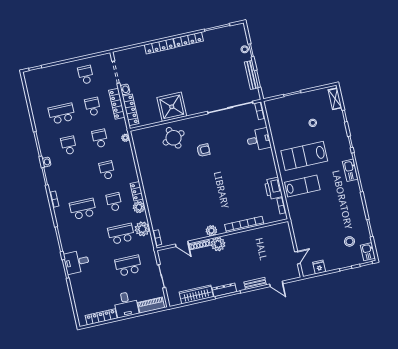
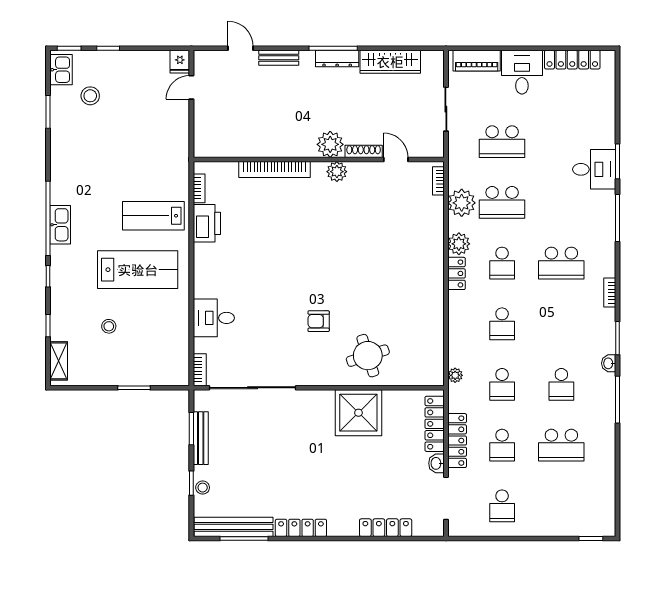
bench: (224, 32) -> (234, 527), added
locker: (160, 46) -> (386, 528), moved
fridge: (319, 267) -> (180, 62), moved

